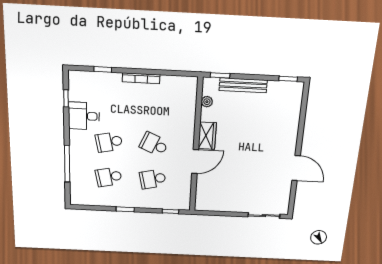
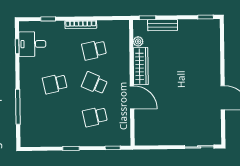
bench: (243, 85) -> (163, 25), width x0.73
desk: (84, 116) -> (32, 44), moved
wardrobe: (207, 136) -> (141, 66), width x1.50
door: (195, 162) -> (132, 97), hinge flipped
school desk: (109, 177) -> (94, 50), moved

